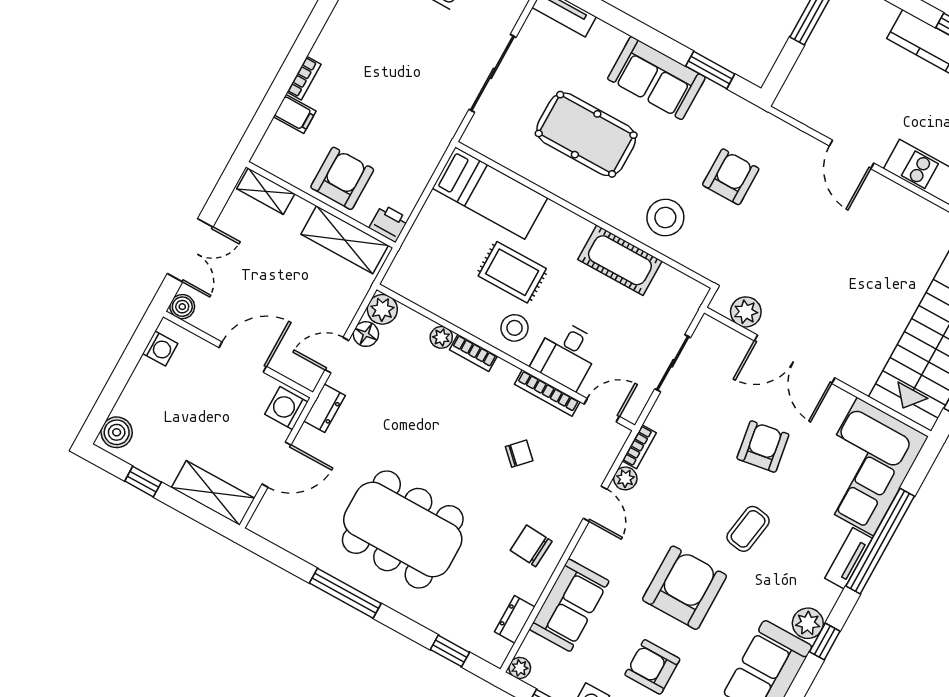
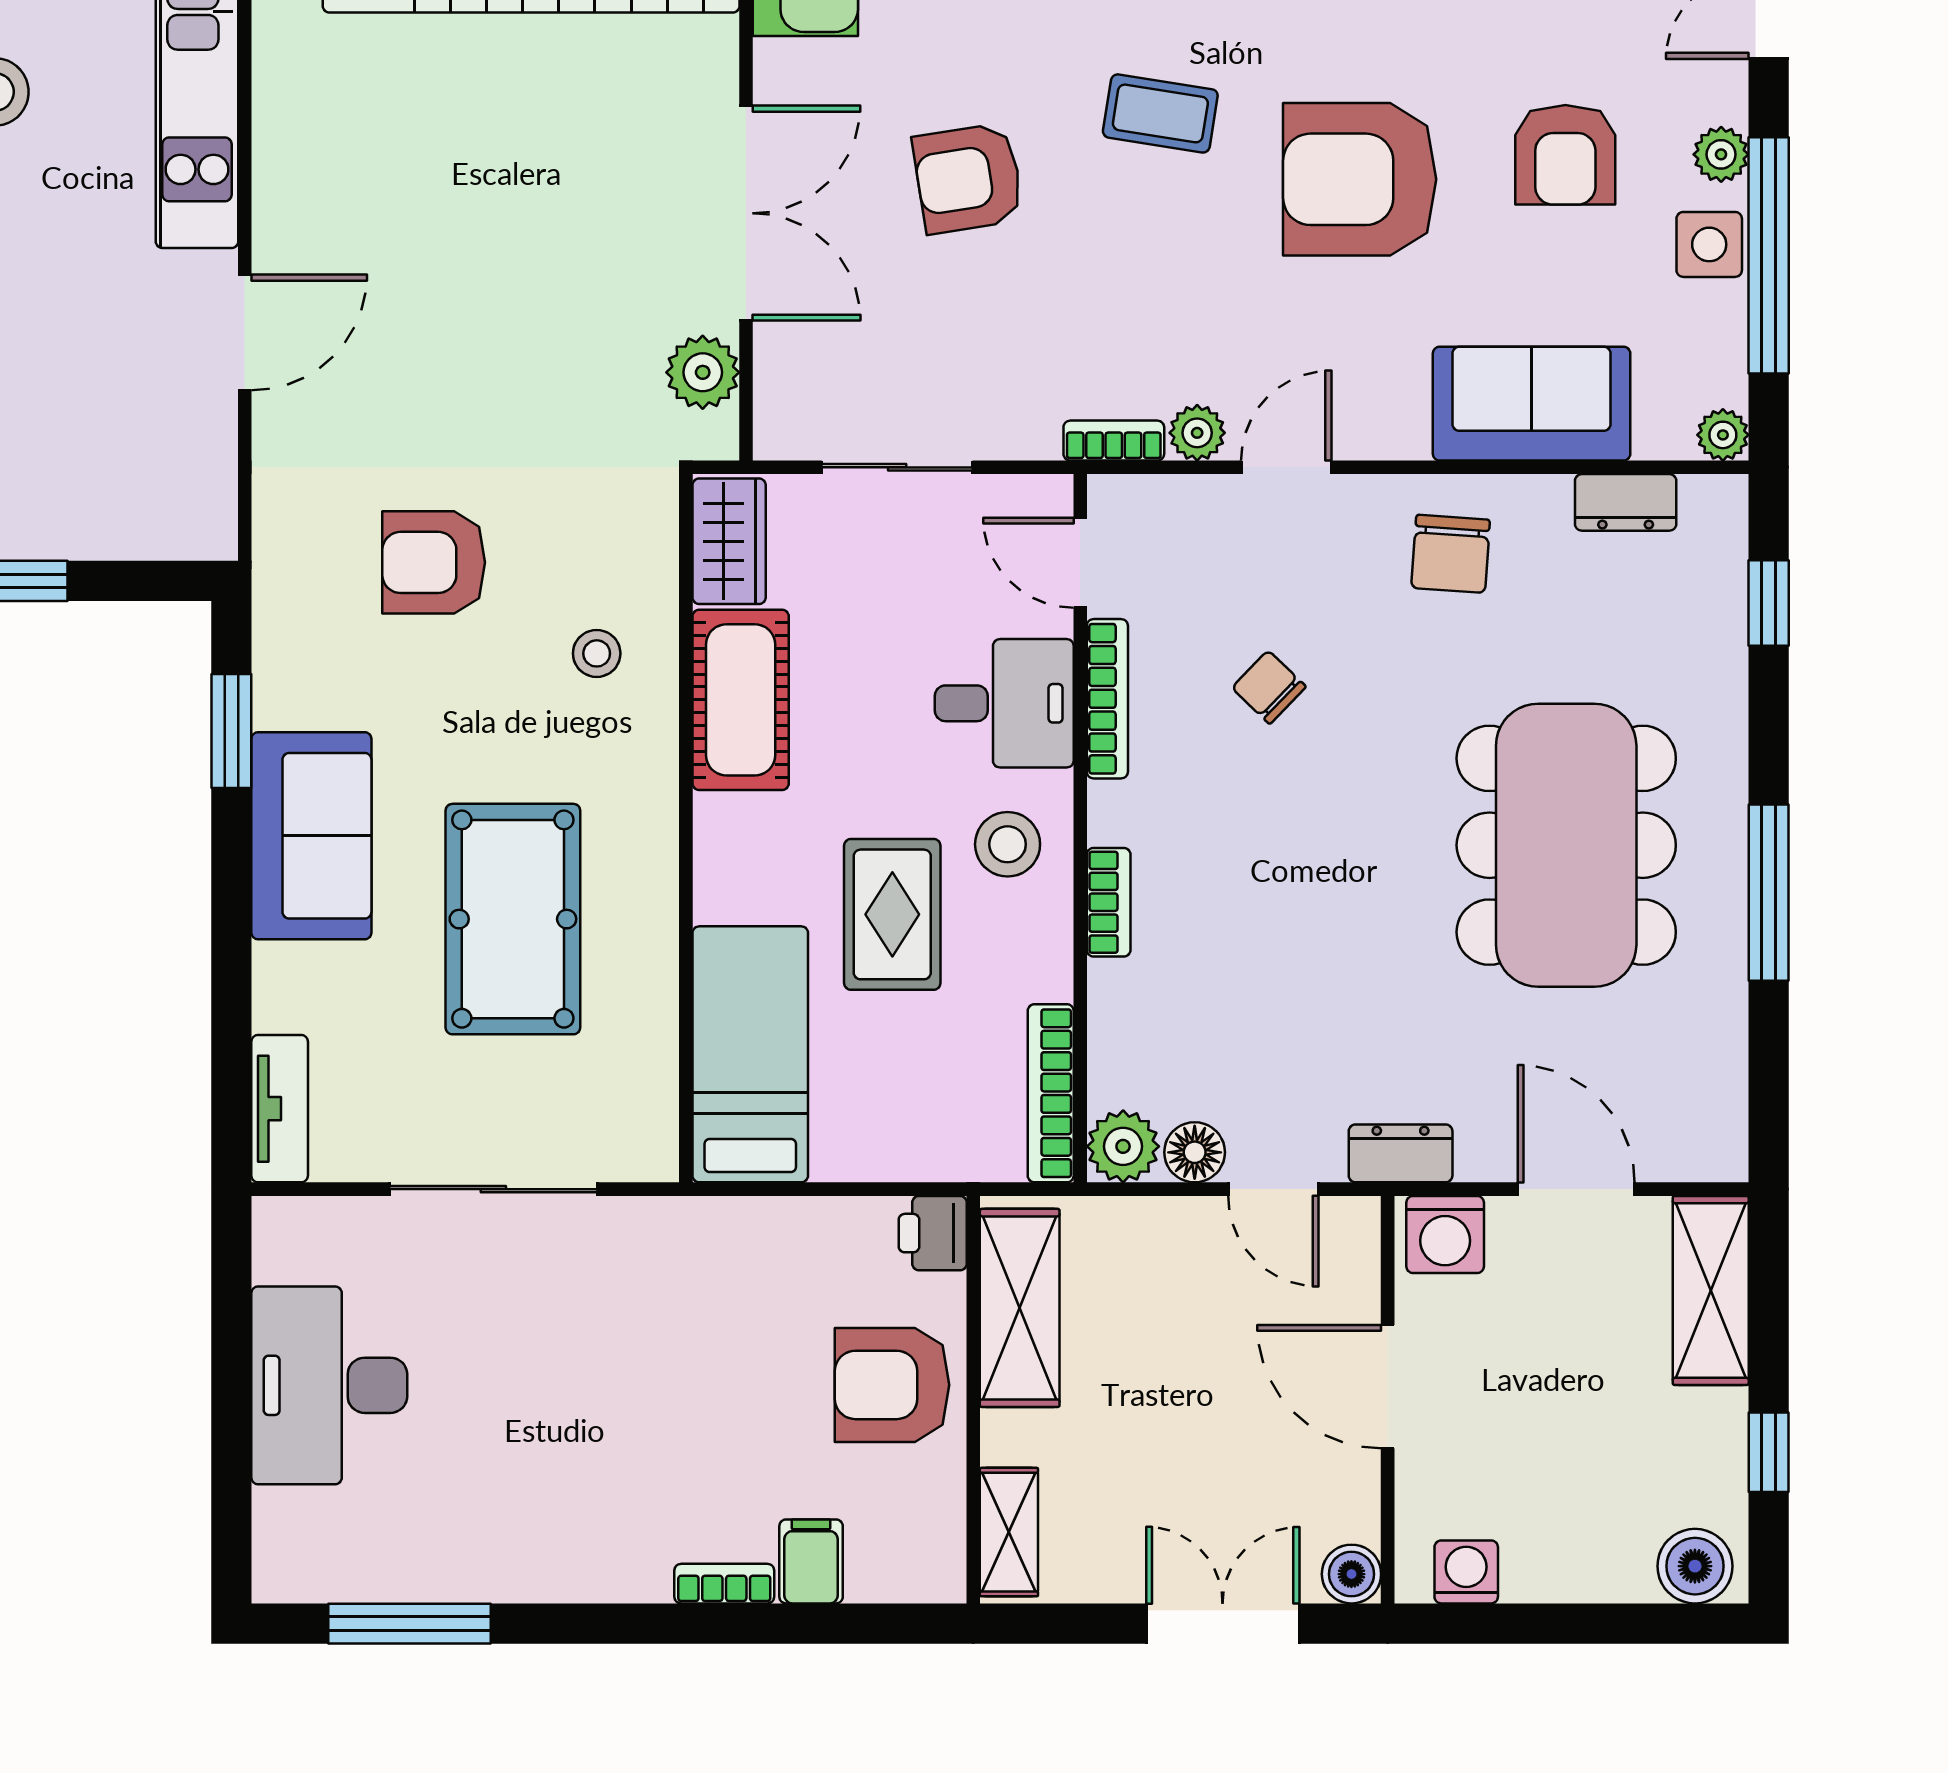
stool: (665, 218) -> (597, 653), width x0.53, depth x0.53
wardrobe: (679, 288) -> (729, 541), added
bookcase: (416, 294) -> (1051, 1093), added
plant: (441, 337) -> (1113, 989), removed

